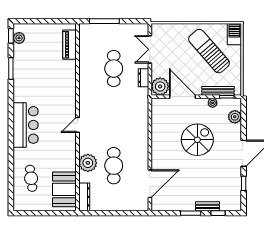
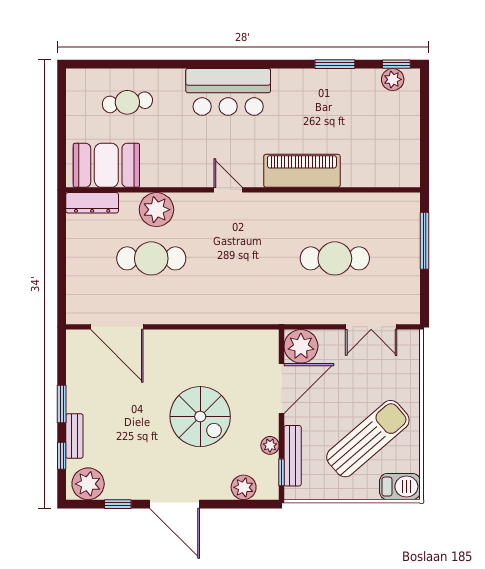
piano: (69, 45) -> (302, 171), moved, width x1.37, depth x1.33
double door: (150, 49) -> (371, 327), swing flipped
dresser: (143, 78) -> (317, 315), removed
plant: (233, 199) -> (88, 484), added

